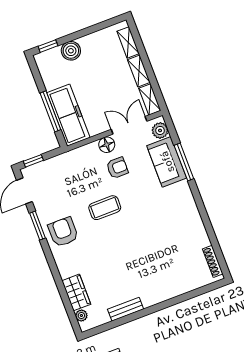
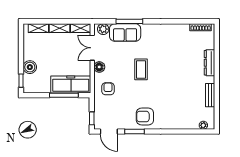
armchair: (117, 168) -> (108, 89), moved
coffee table: (105, 208) -> (141, 69), moved
wardrobe: (76, 292) -> (187, 123), removed
dresser: (169, 292) -> (209, 63), added

